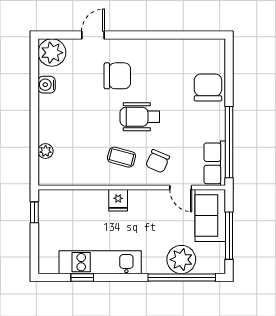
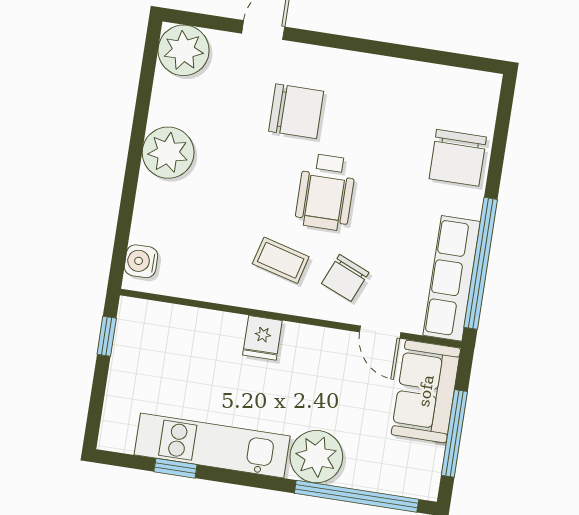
water cooler: (47, 85) -> (141, 261), moved
chair: (208, 87) -> (458, 158), turned 180
wheelchair: (140, 117) -> (326, 192), turned -90
plant: (46, 151) -> (168, 153), moved, width x1.87, depth x1.87
row of seats: (215, 163) -> (452, 278), width x1.48
plant: (181, 260) -> (316, 457), moved

